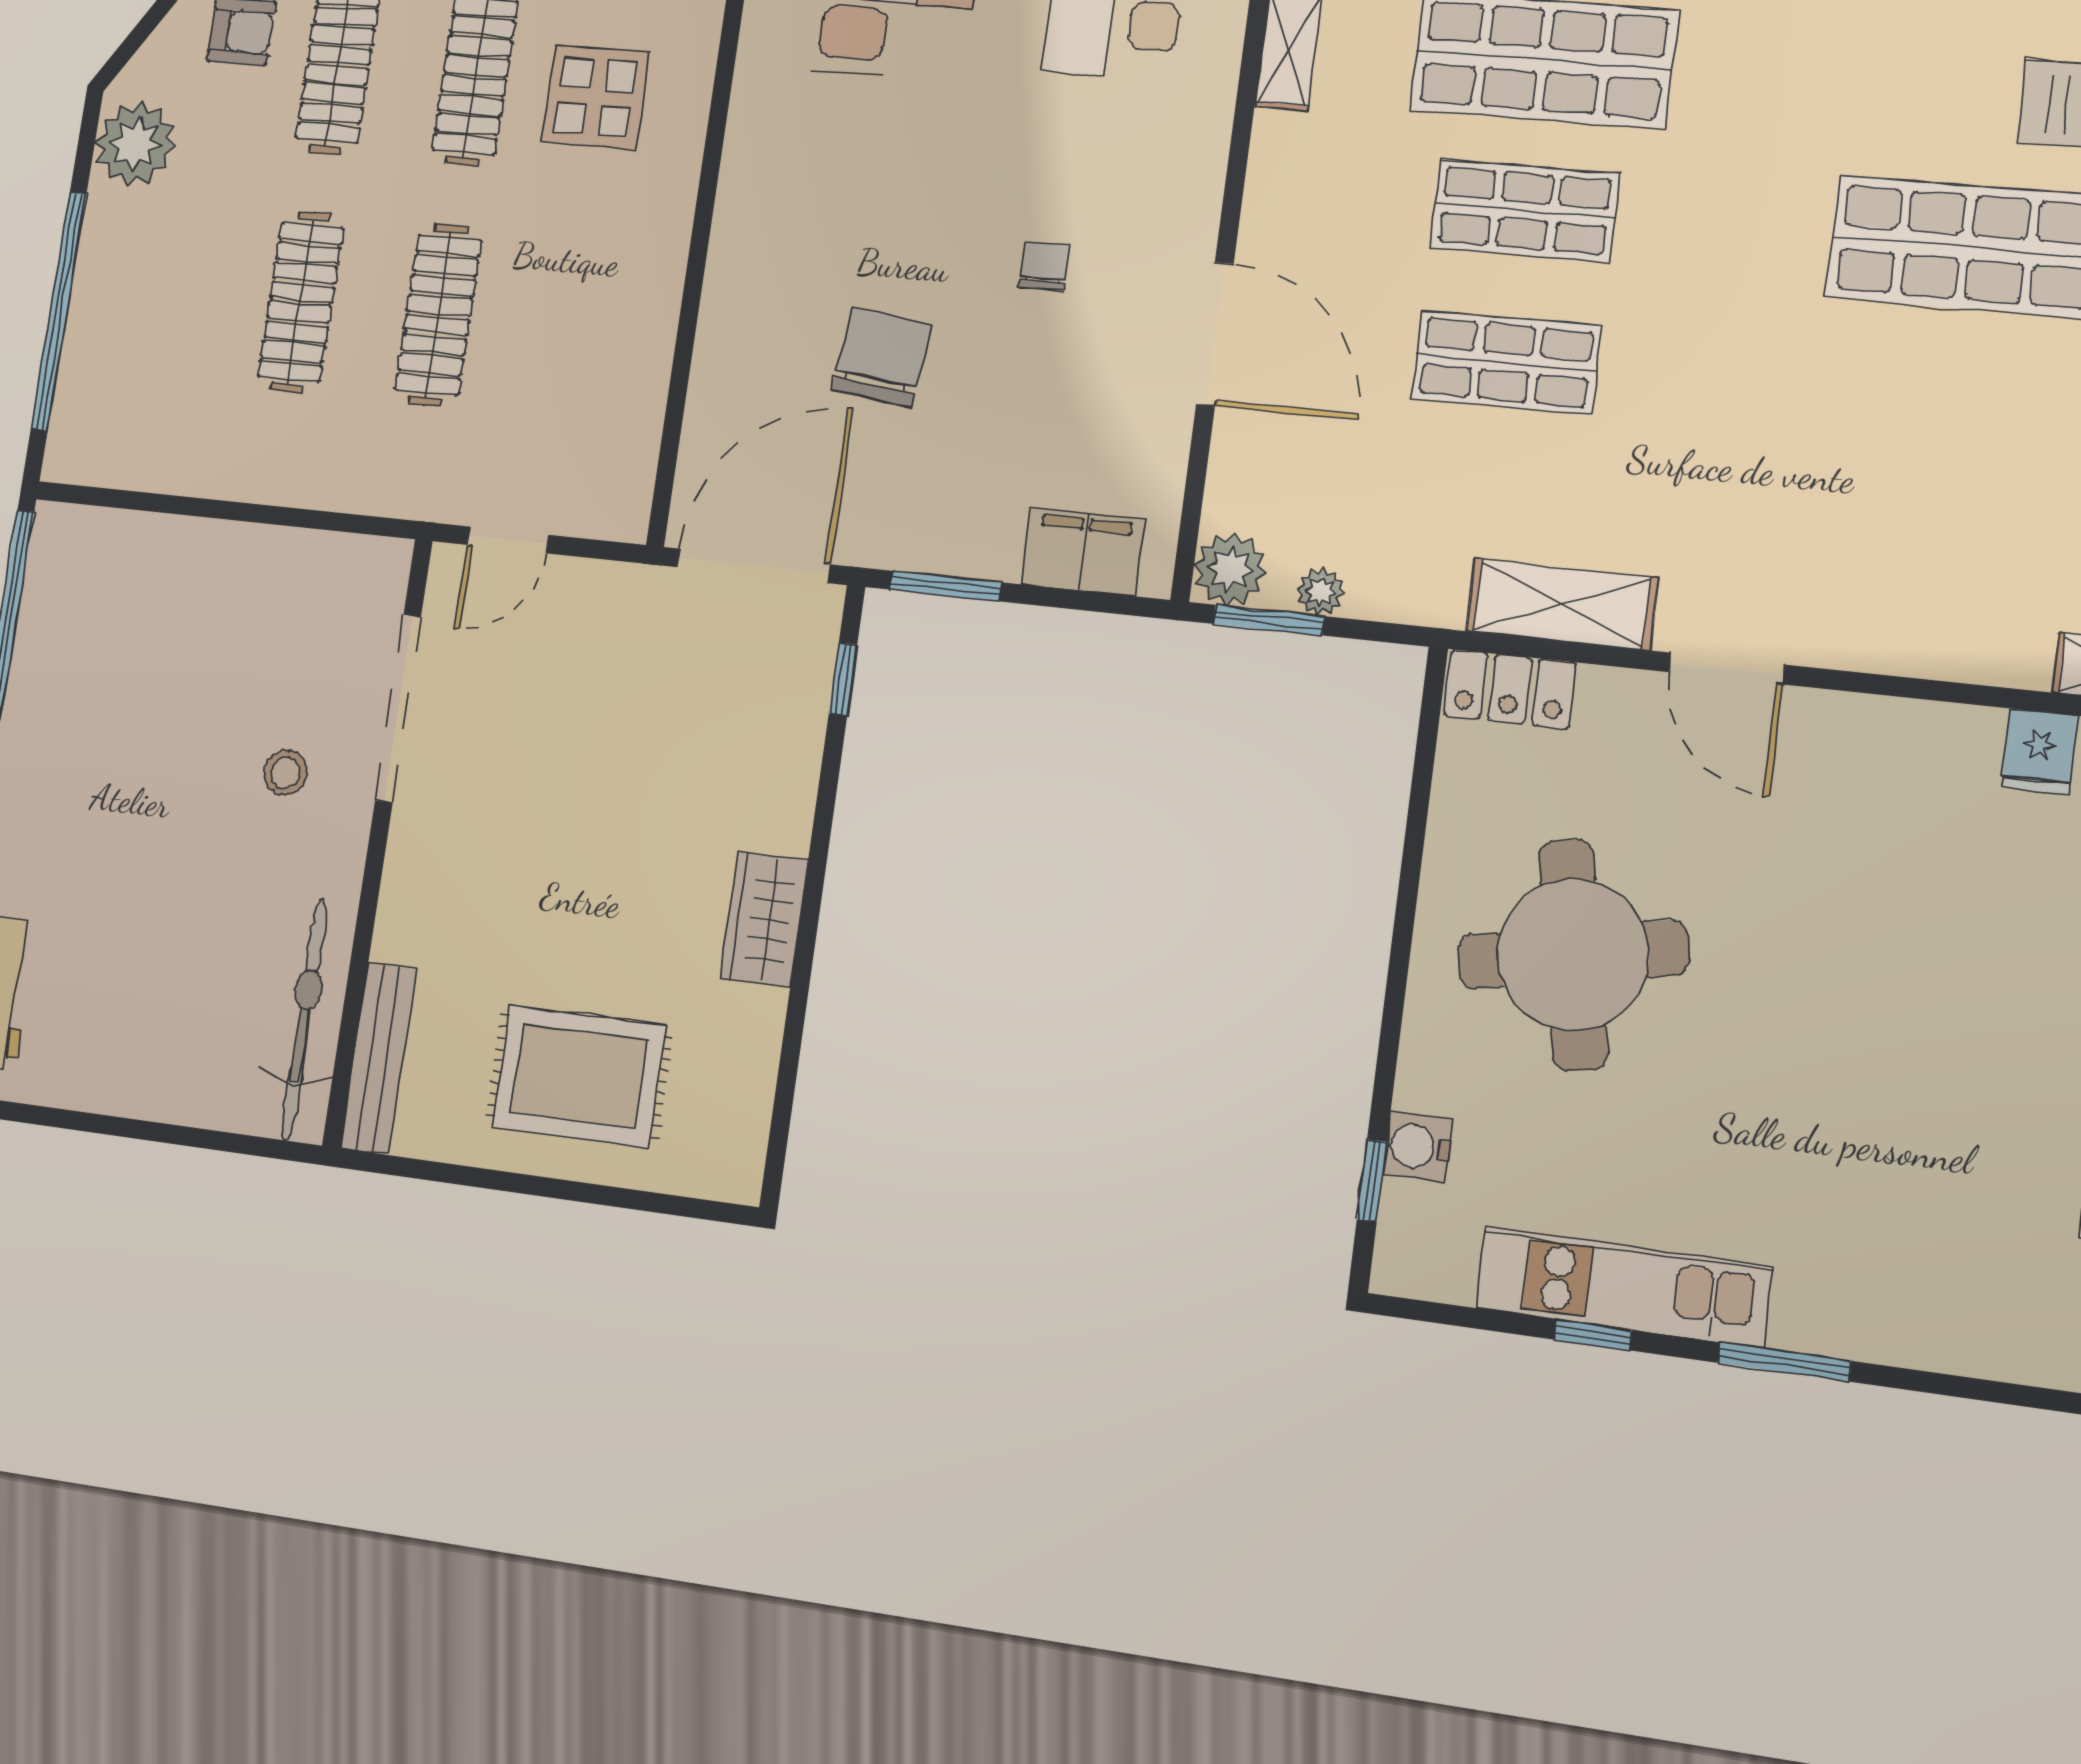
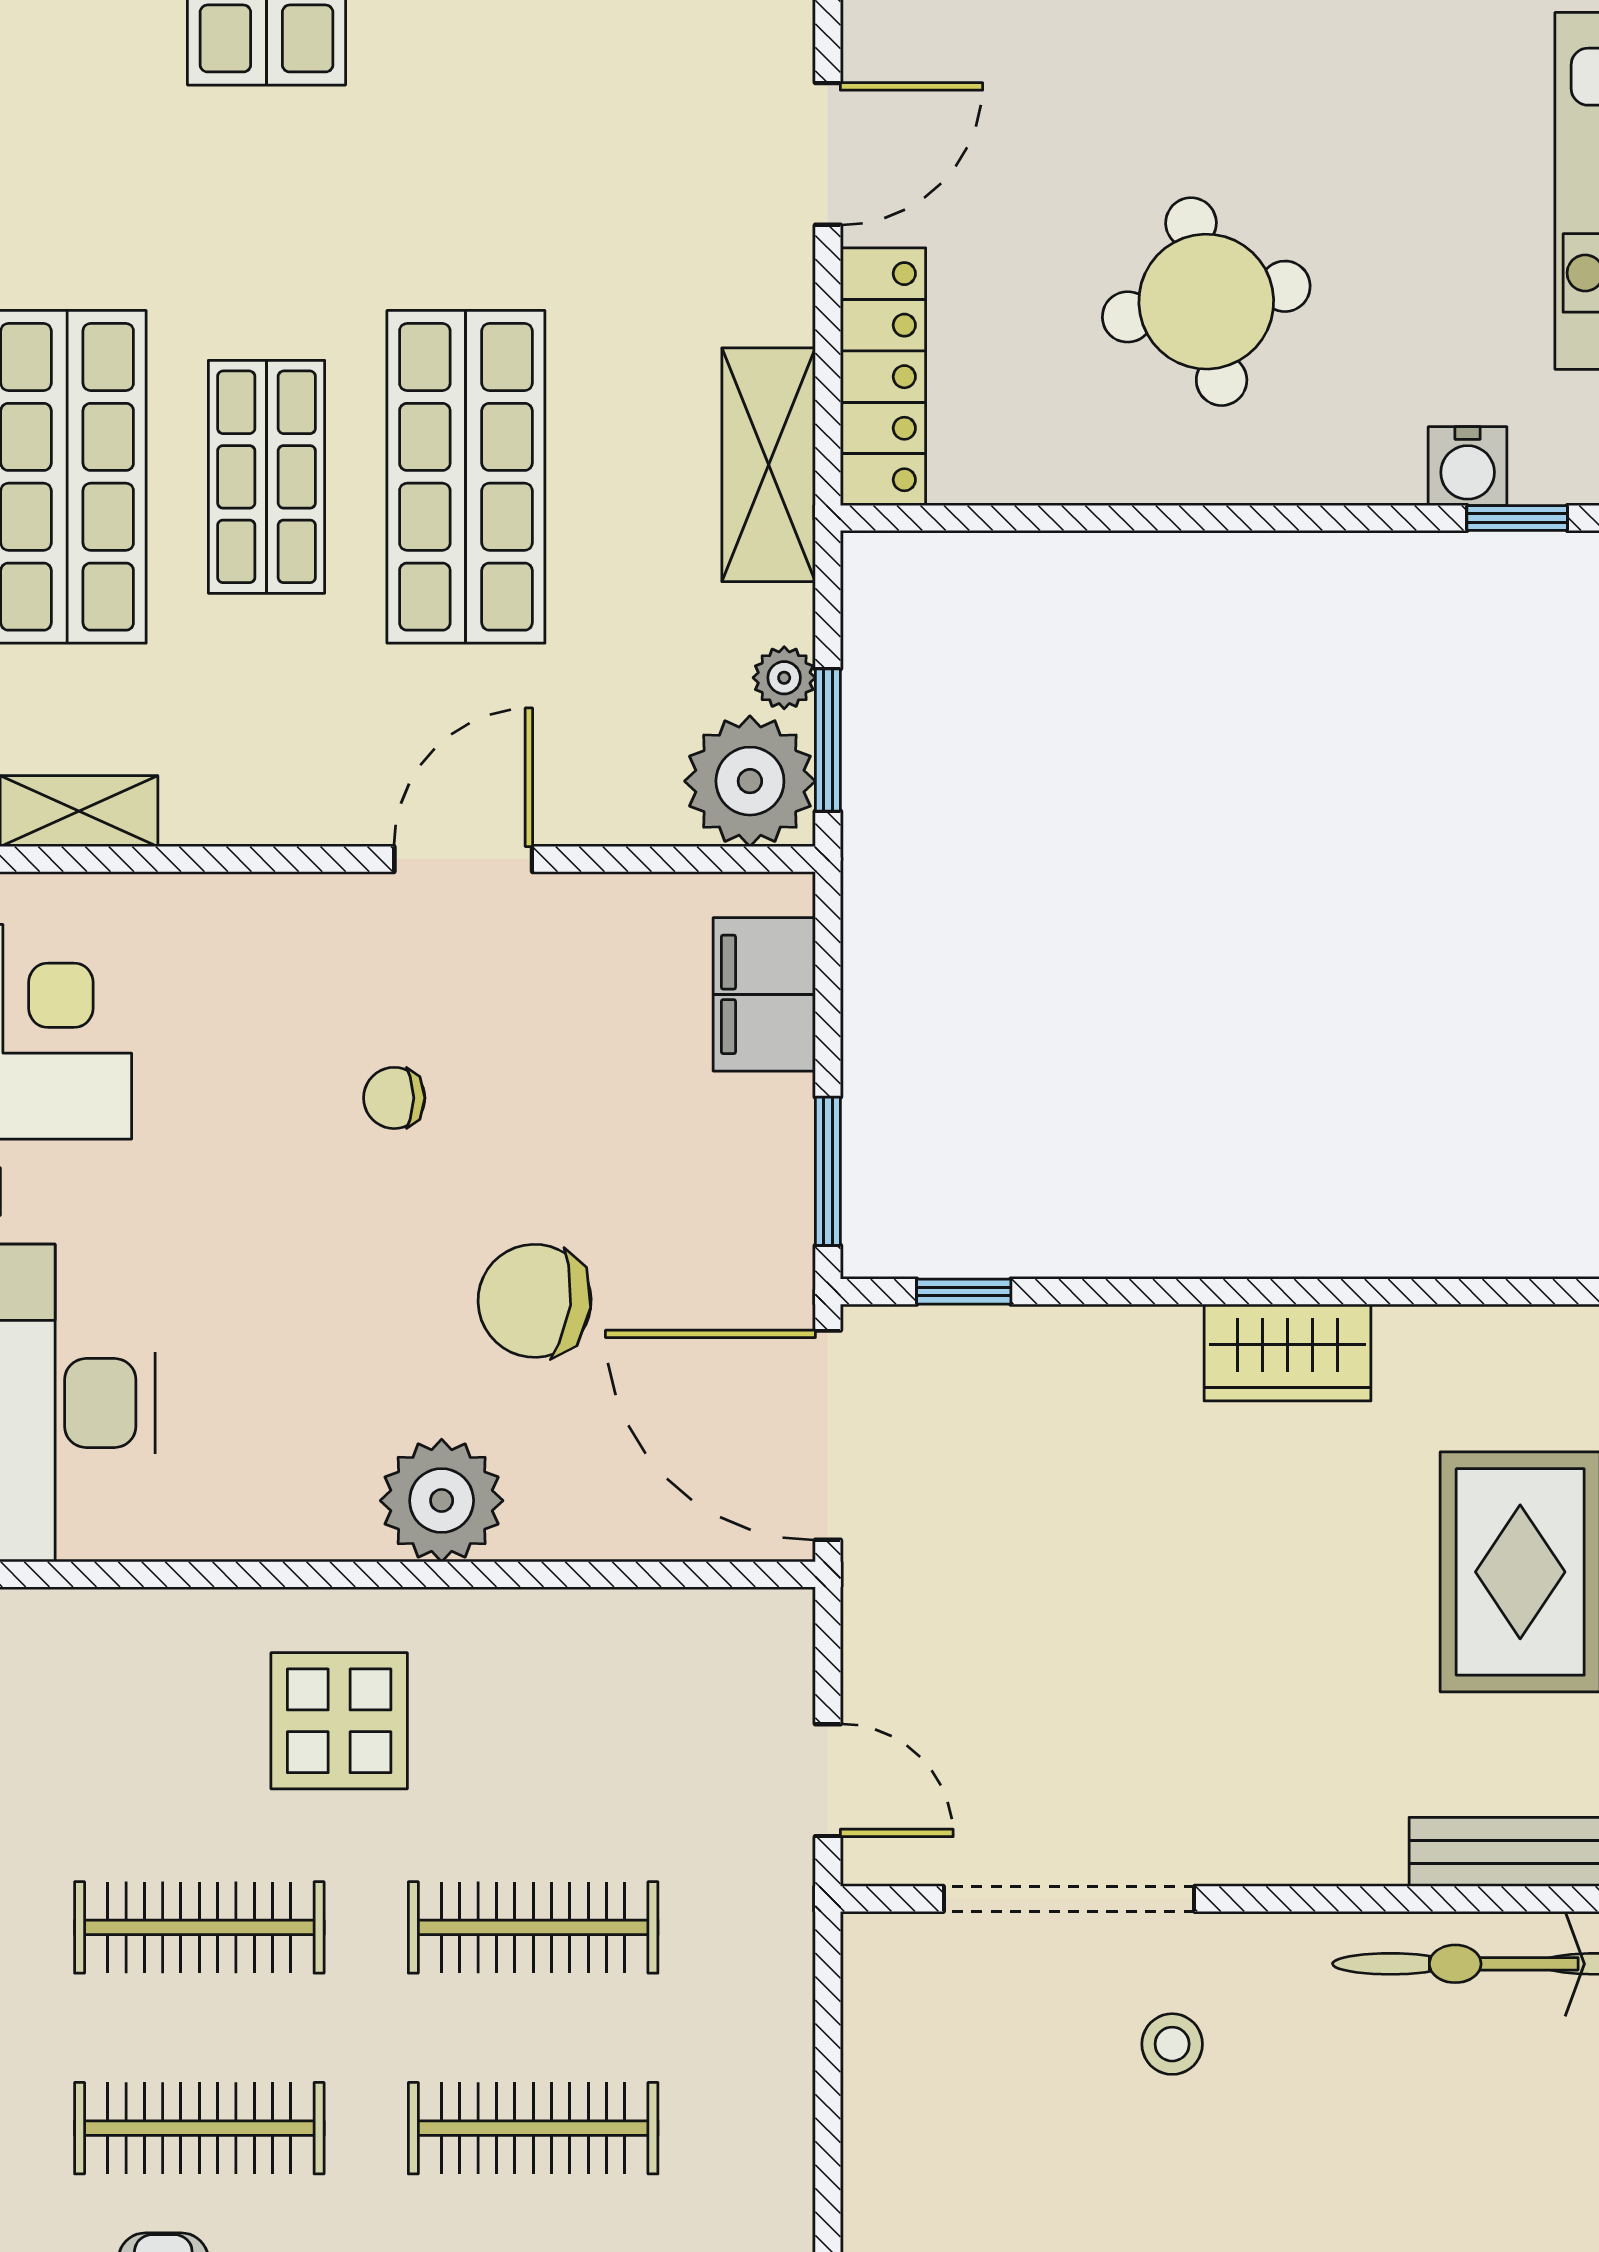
display table: (595, 97) -> (339, 1721), moved
plant: (748, 276) -> (442, 1501), added
door: (1215, 334) -> (463, 859), width x0.73
shop shelf: (1506, 362) -> (466, 477), width x1.43, depth x1.36
plant: (1230, 569) -> (750, 781), width x1.36, depth x1.36
shelving: (1562, 604) -> (769, 465), moved
locker: (1510, 689) -> (883, 377), width x1.53
round table: (1573, 955) -> (1206, 302), width x0.73, depth x0.73

